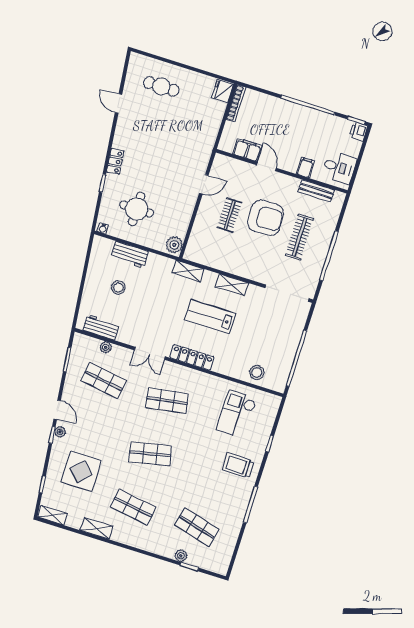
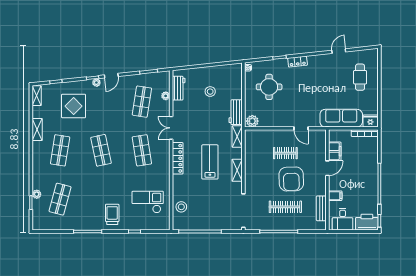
sofa: (207, 128) -> (341, 118), added
printer: (358, 131) -> (367, 222), width x1.87, depth x1.48
workbench: (130, 255) -> (236, 112), moved

